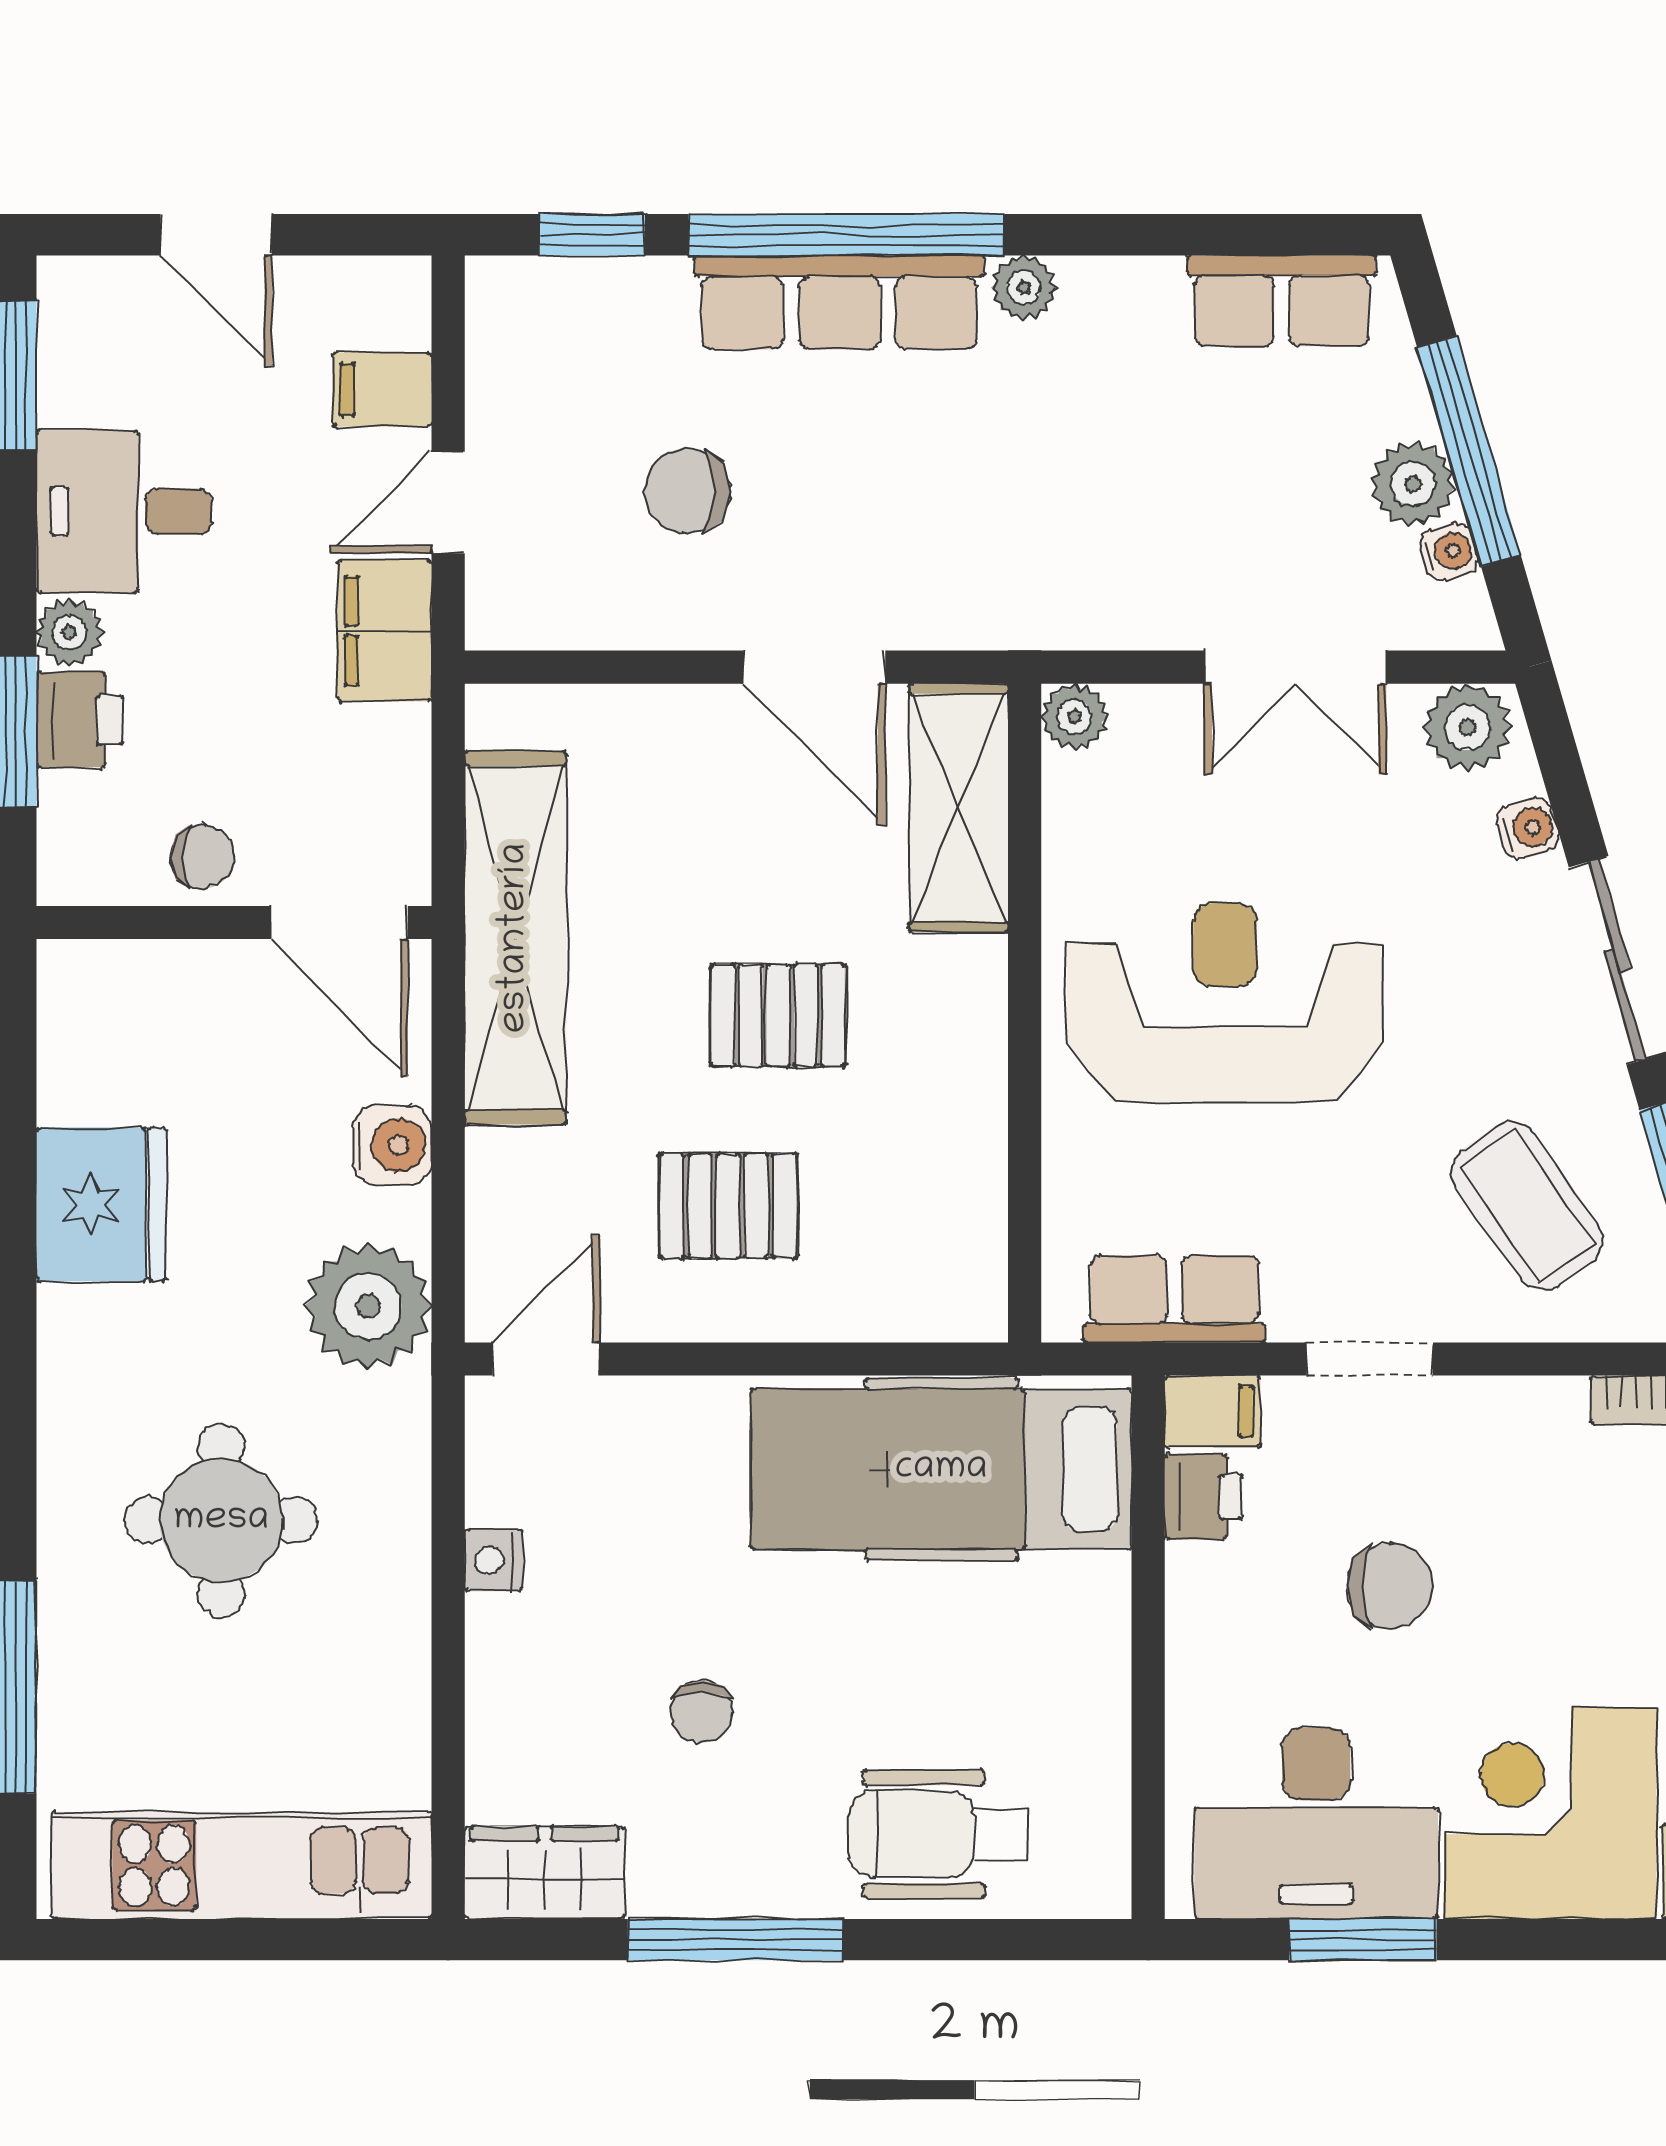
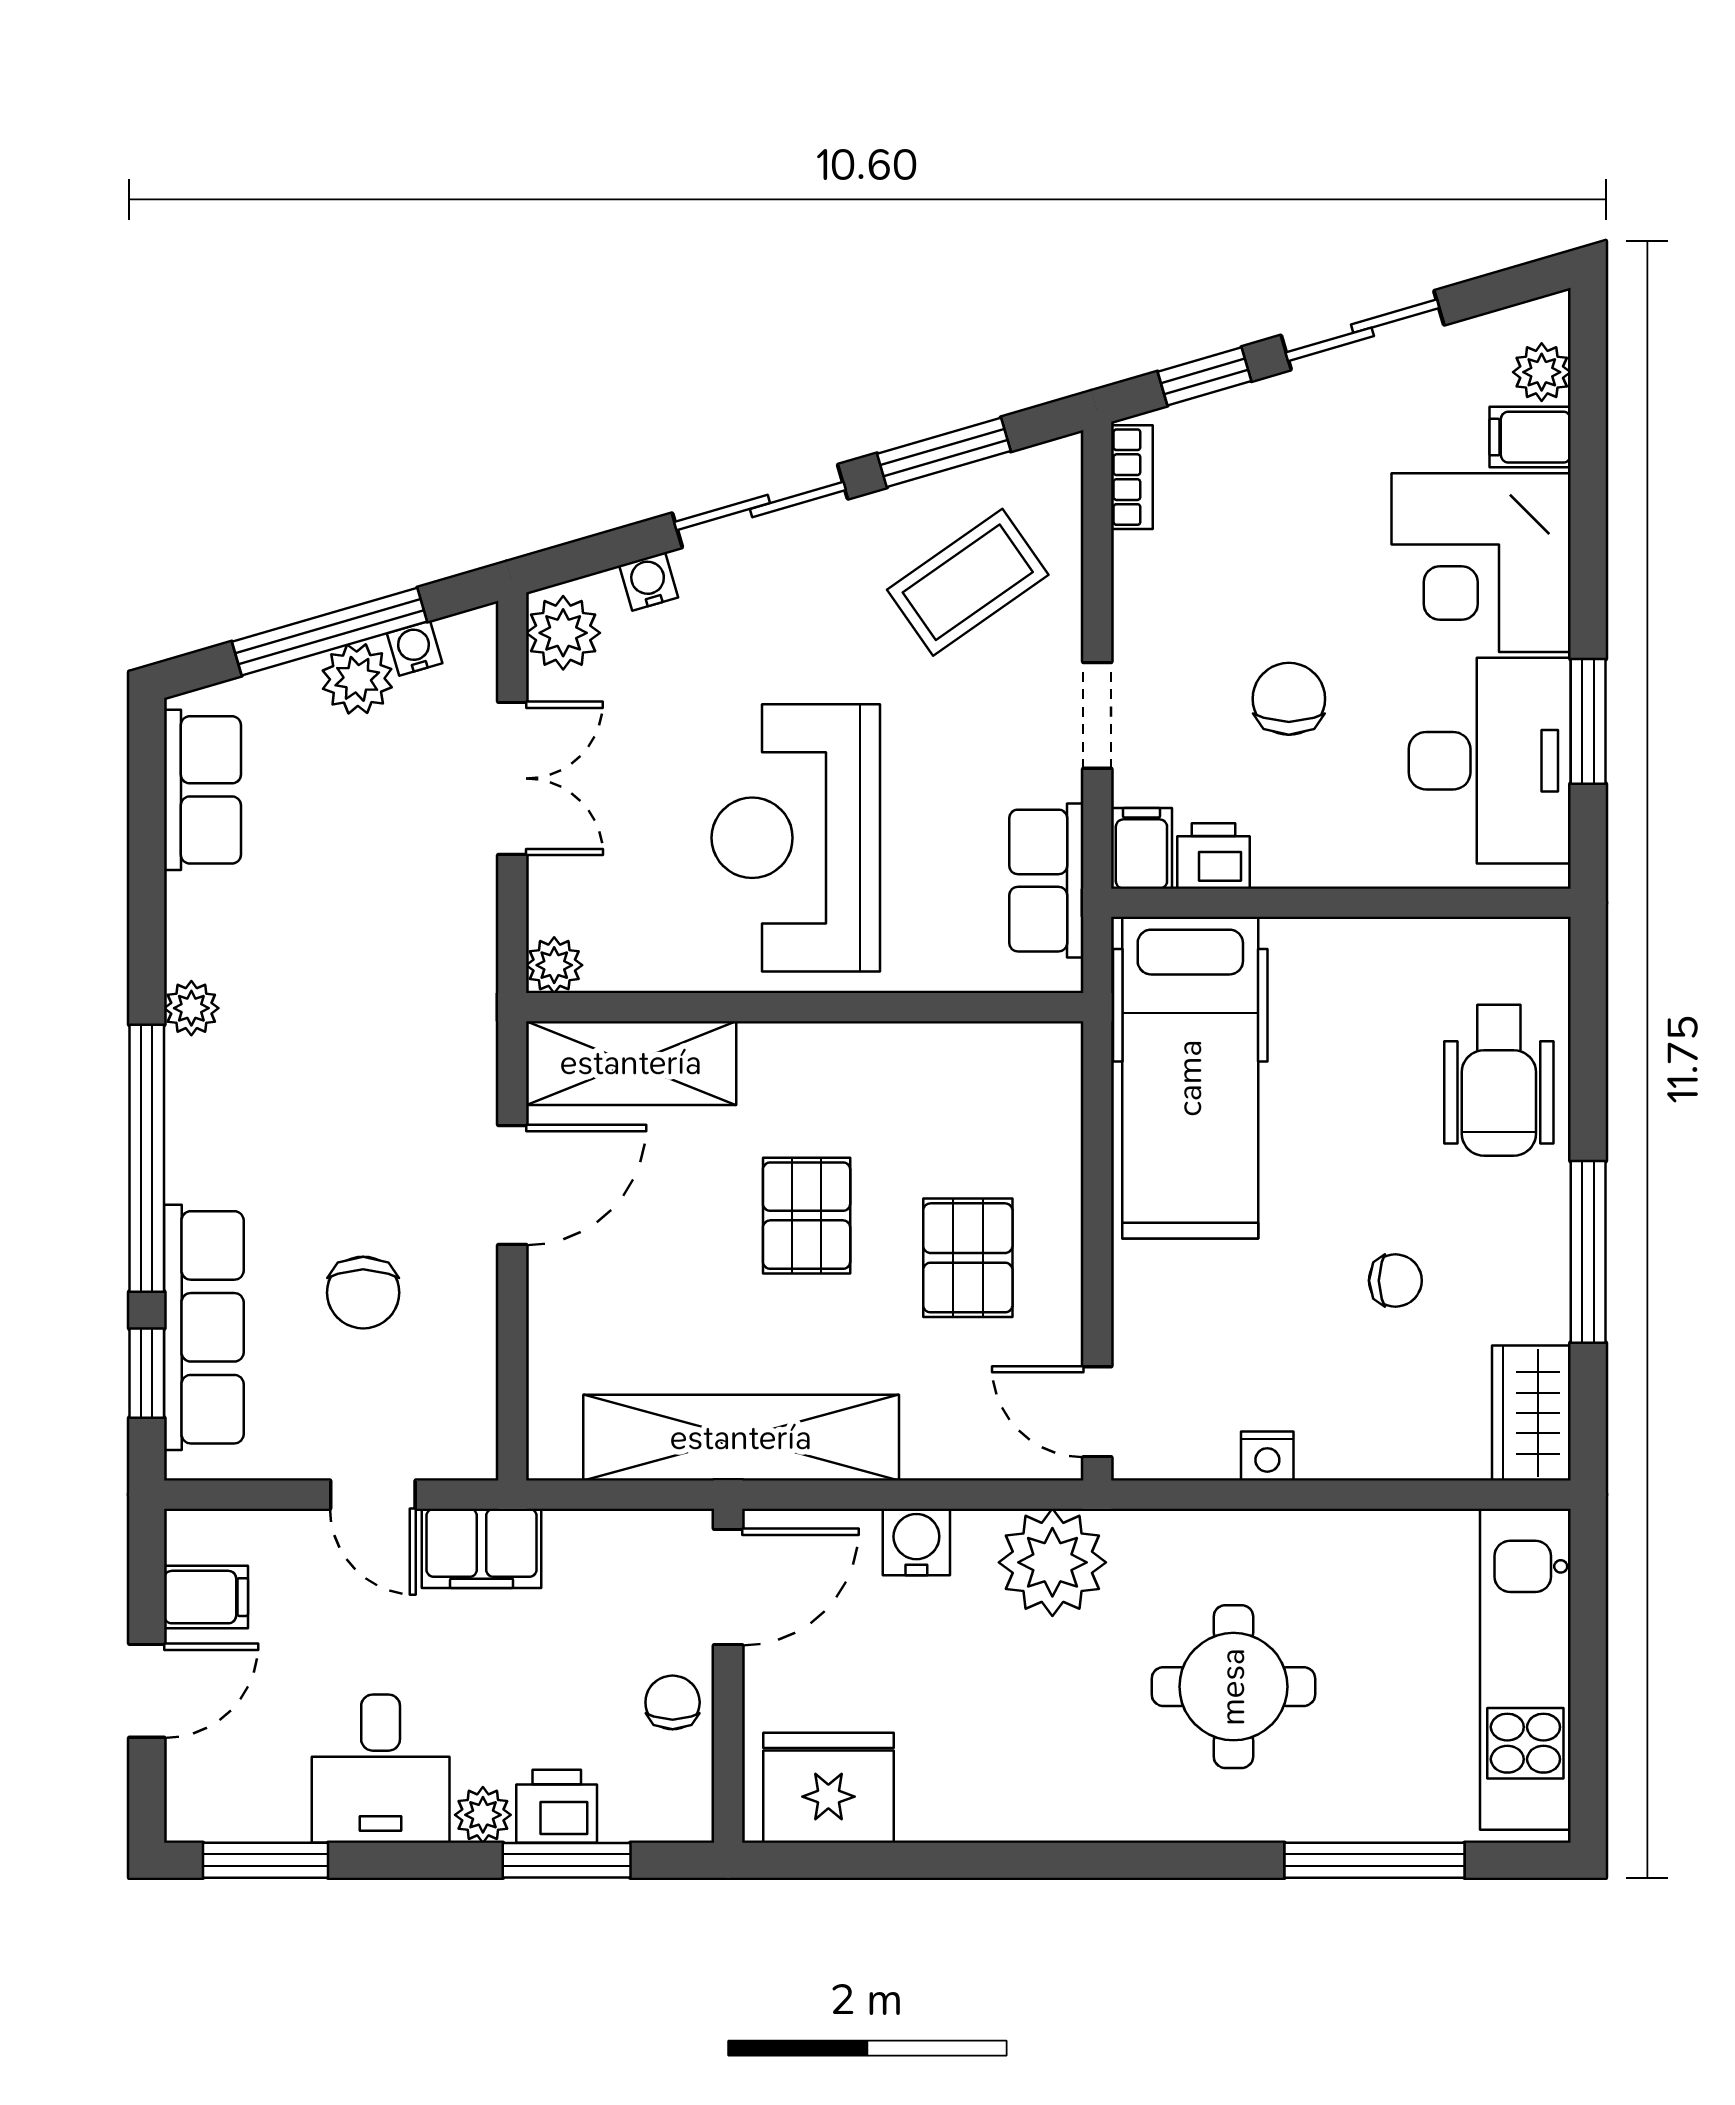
row of seats: (839, 302) -> (204, 1327), moved
filing cabinet: (382, 389) -> (206, 1597), moved, turned -90
fridge: (101, 1204) -> (828, 1788), moved

